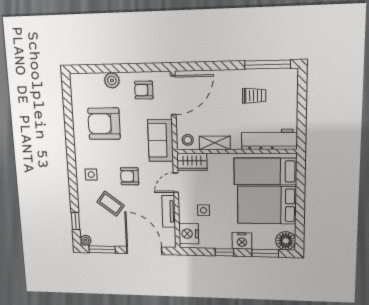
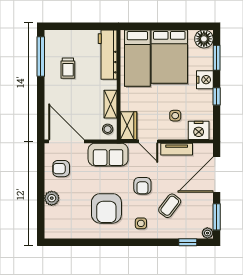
armchair: (144, 90) -> (61, 169), turned 90
trolley: (254, 96) -> (68, 68), turned 180
armchair: (104, 124) -> (106, 208), moved

